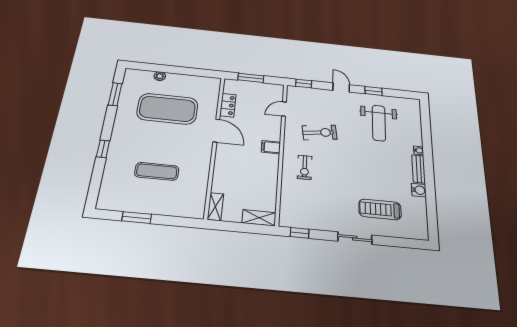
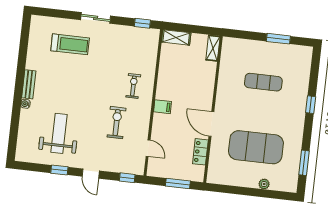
door: (284, 109) -> (148, 148), hinge flipped
exercise bike: (320, 133) -> (117, 123), turned 98
water cooler: (419, 190) -> (32, 63), removed

